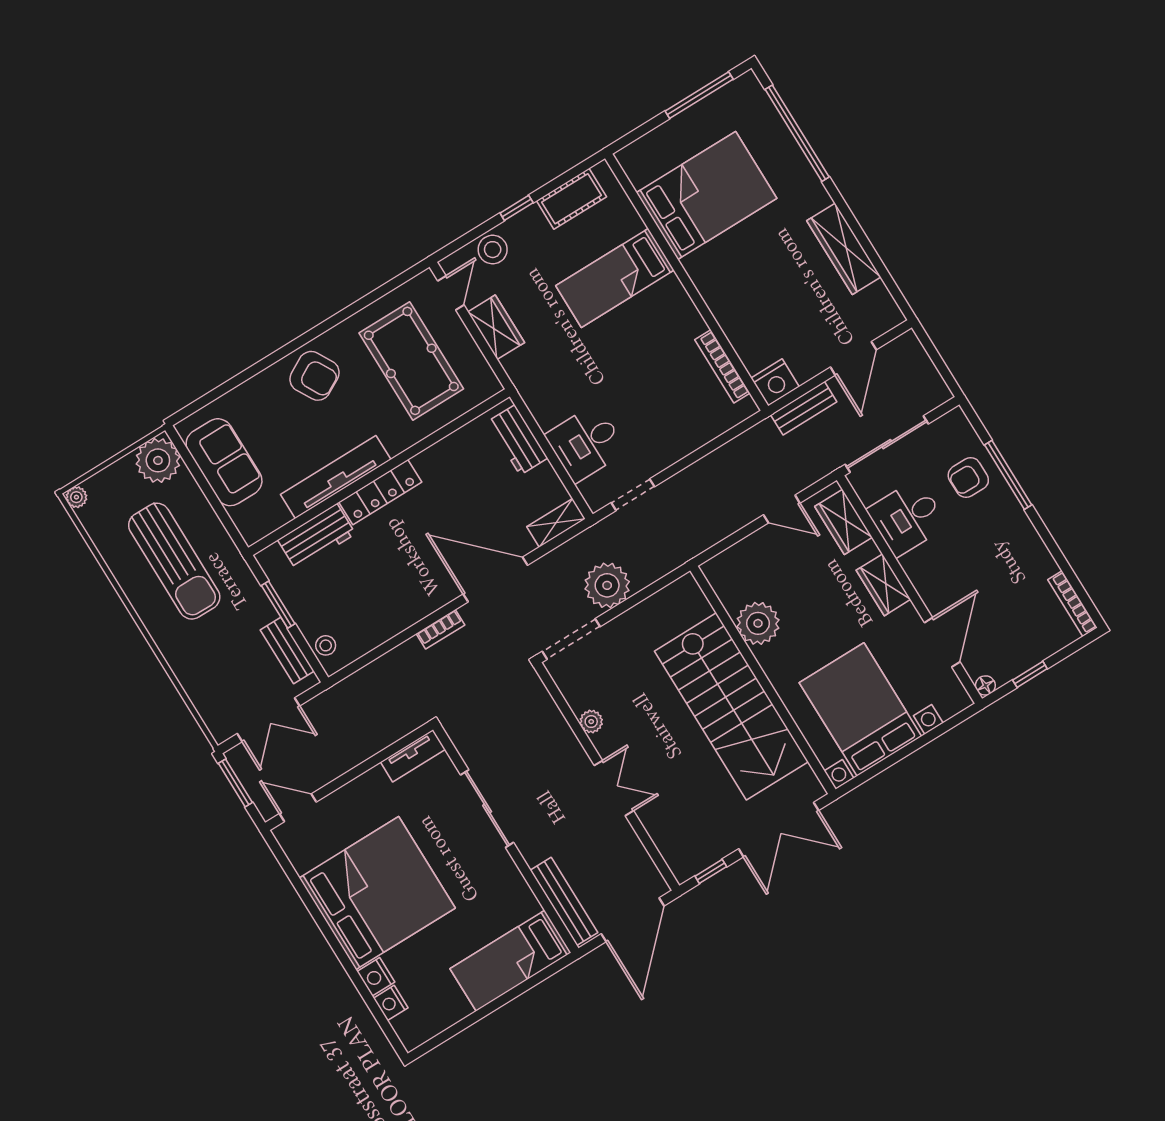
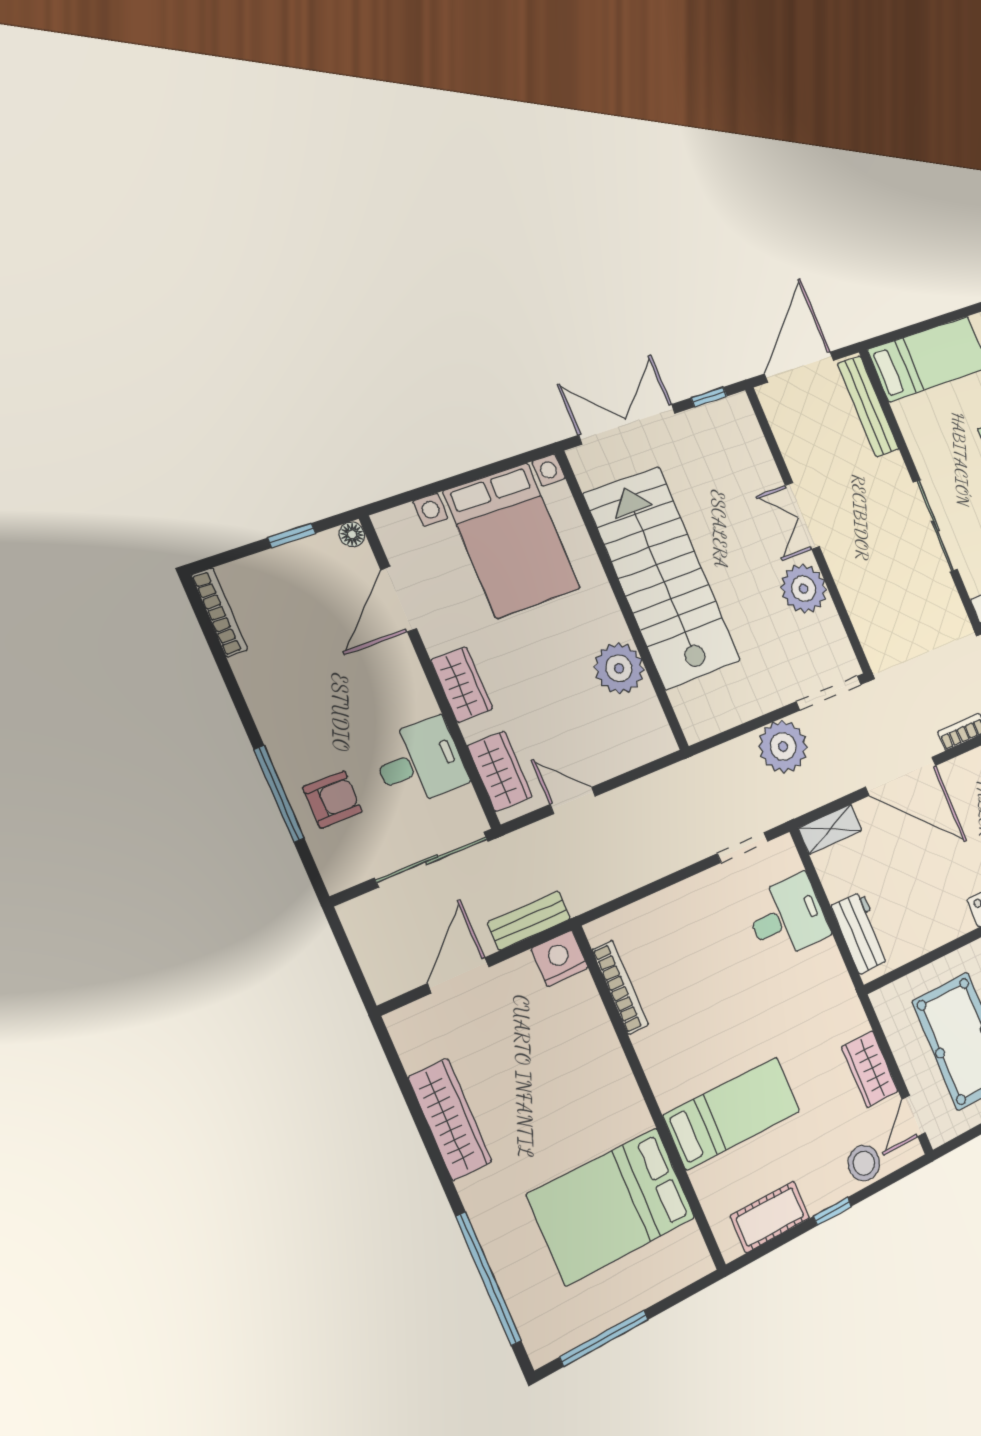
plant: (591, 722) -> (804, 589), width x1.87, depth x1.87

